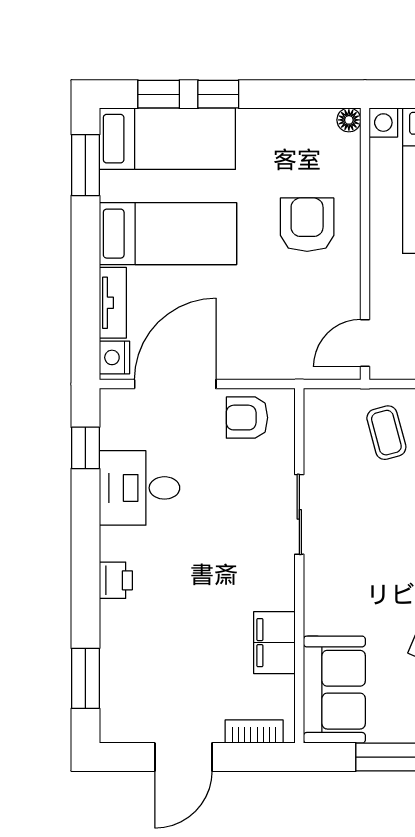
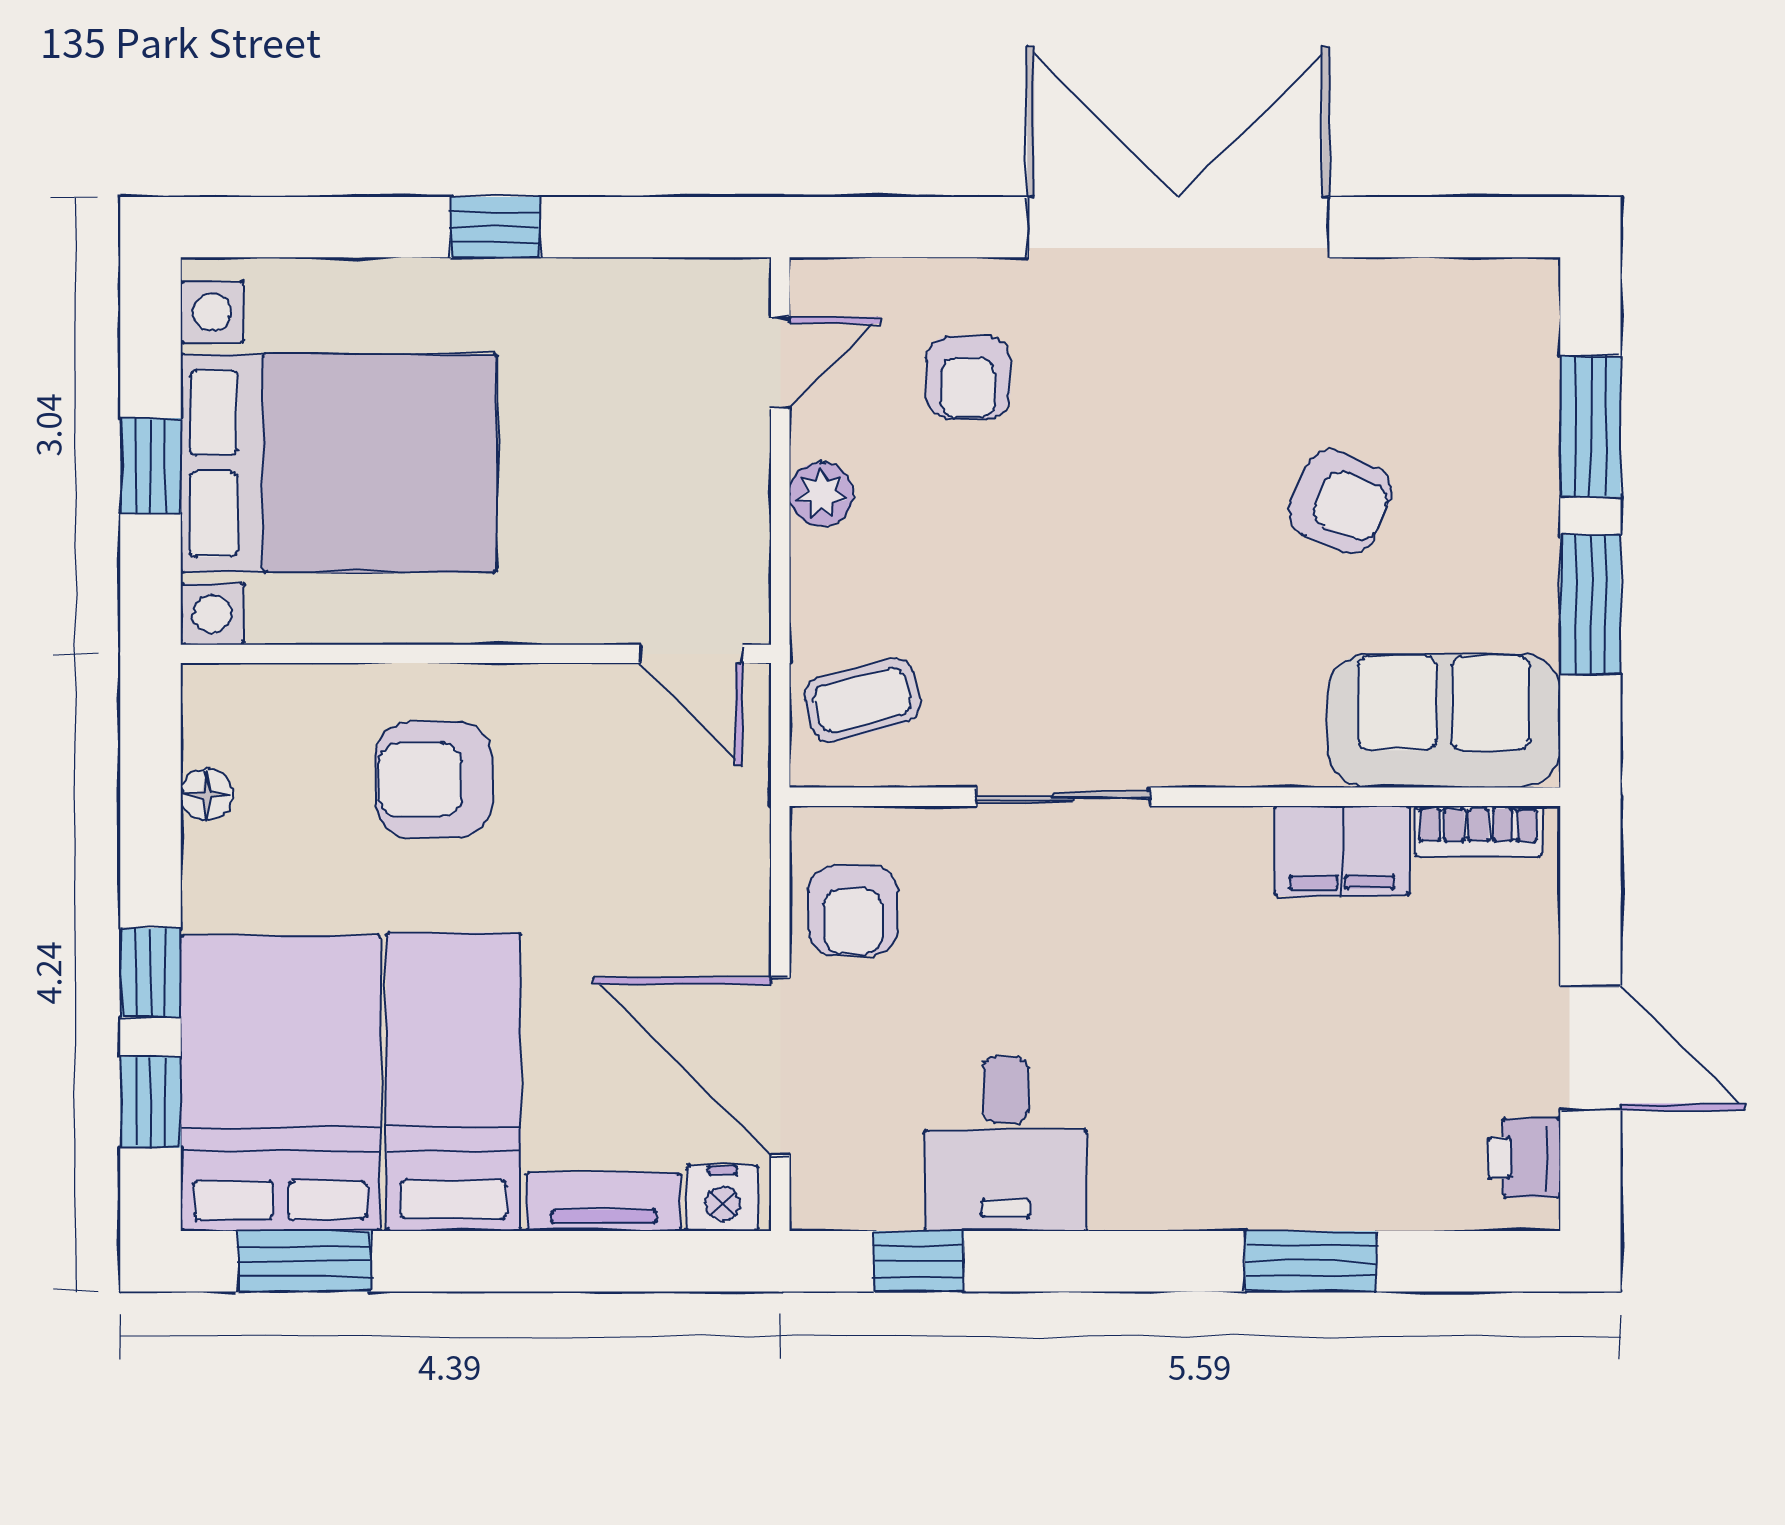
floor lamp: (349, 120) -> (206, 795), moved
bed: (167, 139) -> (280, 1083), width x1.50
coffee table: (386, 433) -> (862, 700), moved
printer: (116, 580) -> (1524, 1158), moved, turned -90
window: (85, 678) -> (1311, 1261), moved
bookcase: (254, 732) -> (1479, 831), moved, turned -90

